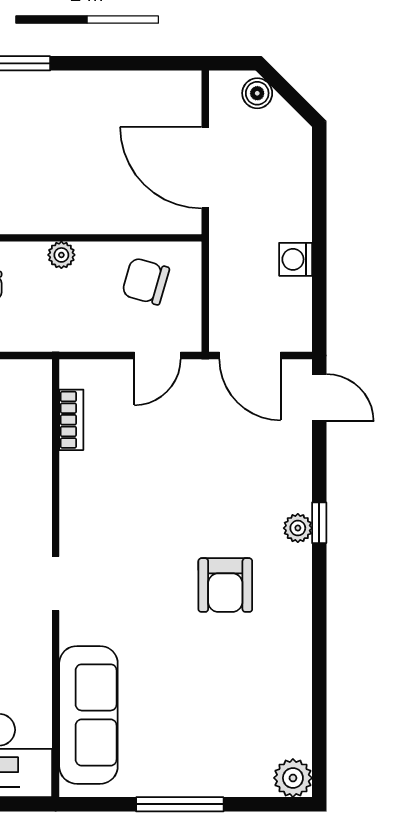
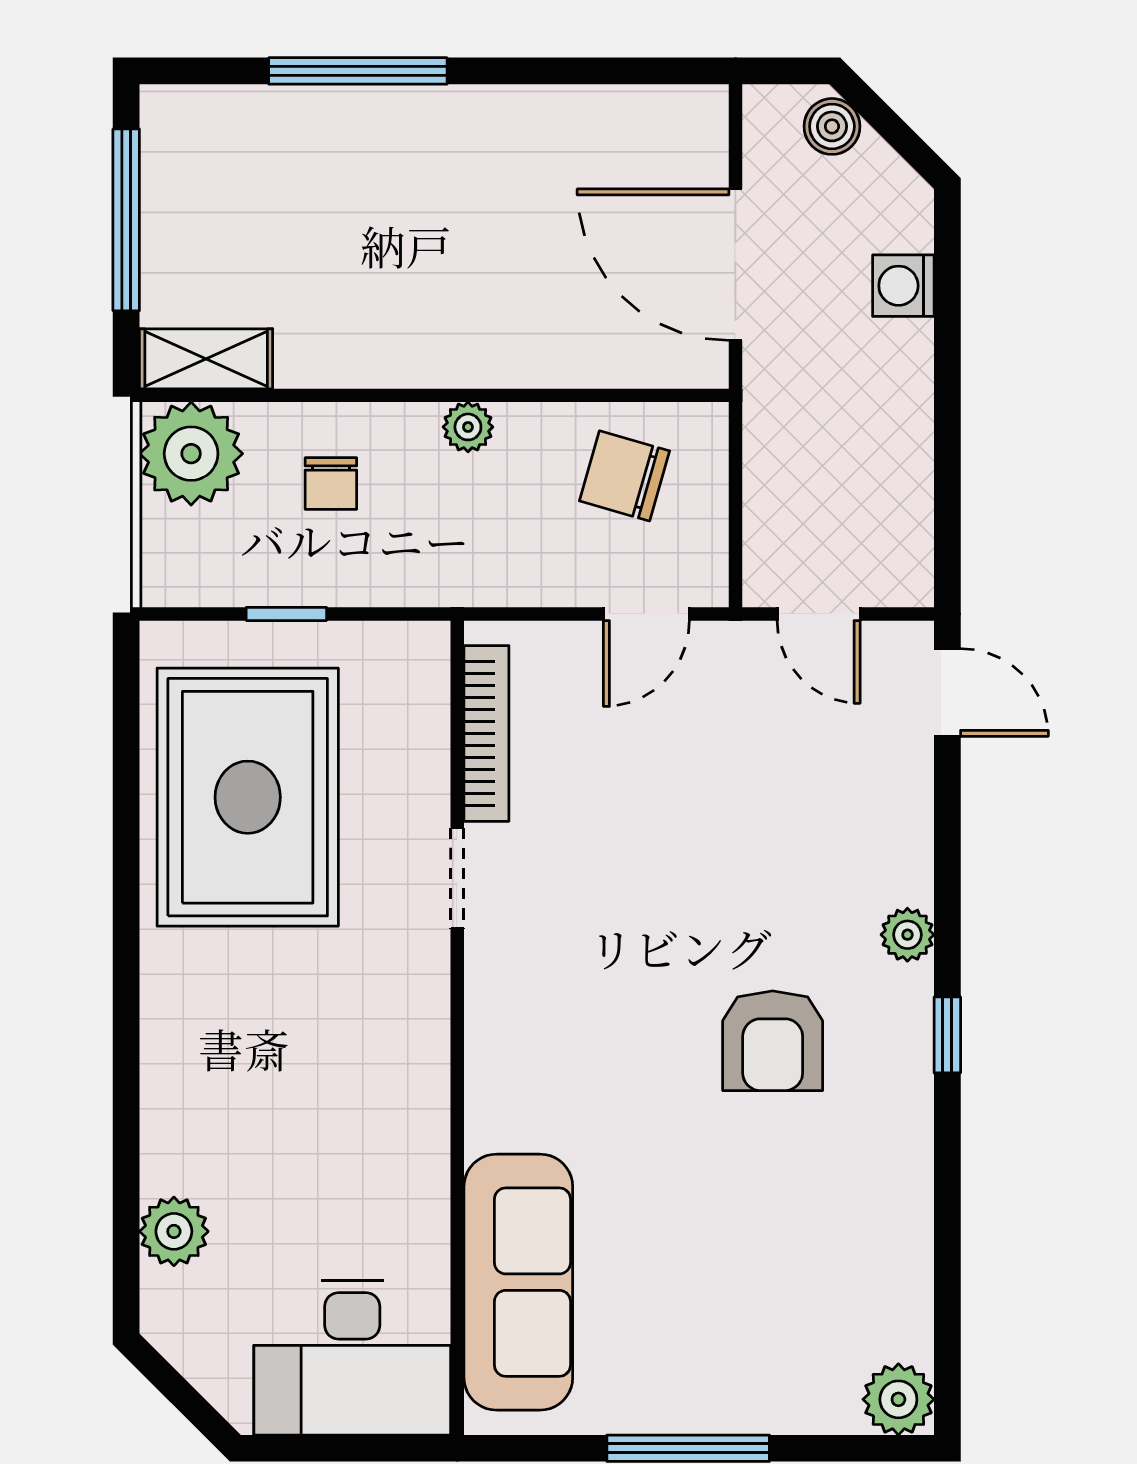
washing machine: (296, 259) -> (903, 286), moved
door: (250, 355) -> (819, 614), width x0.73
bookcase: (71, 420) -> (486, 733), width x1.56
window: (319, 523) -> (947, 1035), moved
doorway: (56, 583) -> (457, 878), moved

